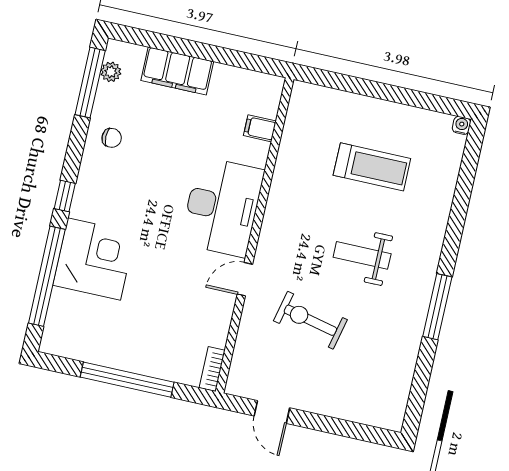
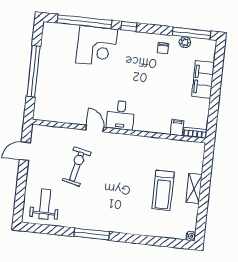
plant: (111, 72) -> (185, 42), moved
shelving: (375, 110) -> (194, 189), added
desk: (222, 207) -> (121, 115), width x0.53, depth x0.77
weight bench: (362, 255) -> (45, 204), moved
bookcase: (212, 369) -> (195, 133), moved

